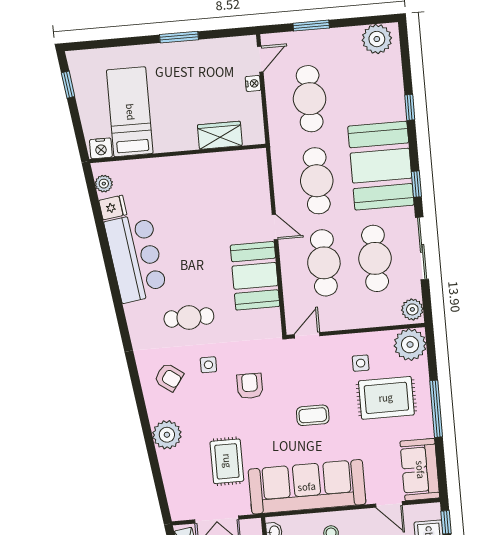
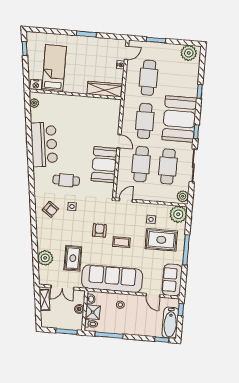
wardrobe: (220, 135) -> (104, 89), width x1.50
fridge: (113, 207) -> (37, 116), removed
armchair: (250, 386) -> (99, 230), moved
plant: (167, 435) -> (45, 258), moved

